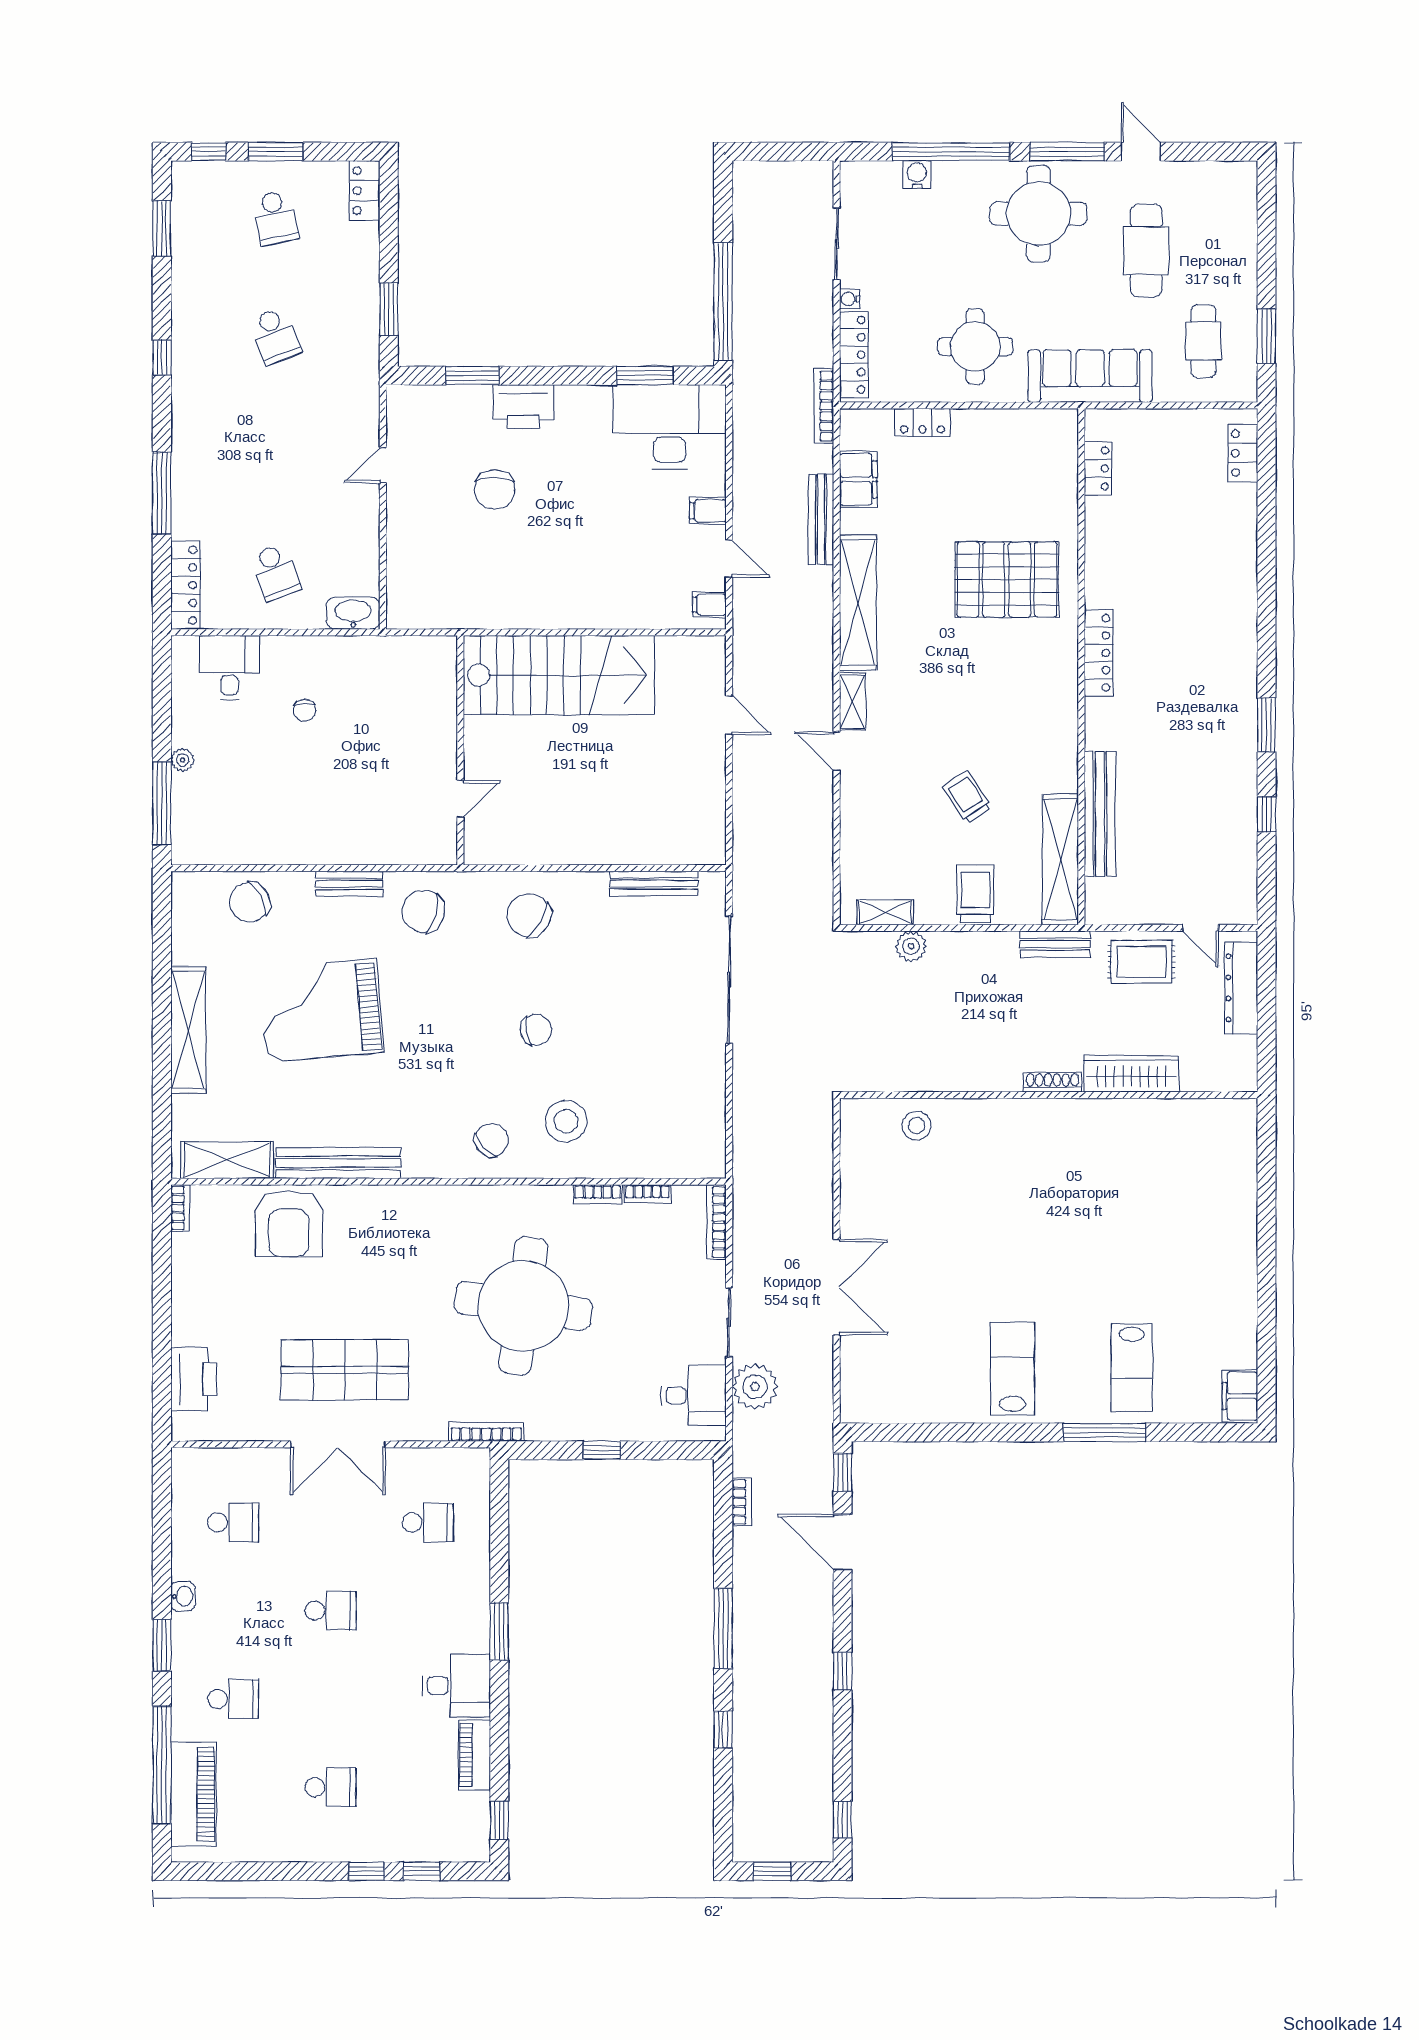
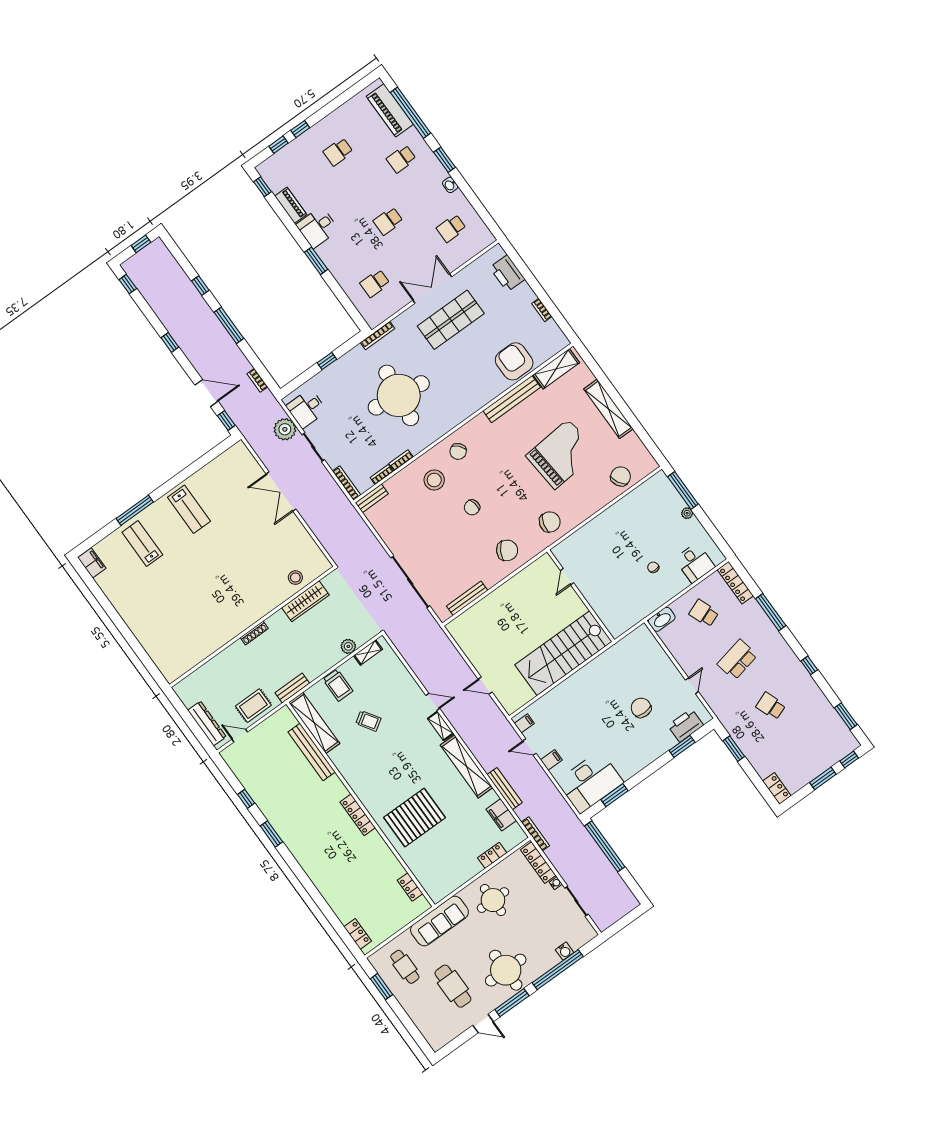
school desk: (275, 218) -> (737, 660), moved, width x1.85
printer: (523, 406) -> (686, 725), moved
bench: (349, 884) -> (372, 498), moved
wardrobe: (1131, 1074) -> (305, 601), moved
bookcase: (180, 1208) -> (542, 310), moved

